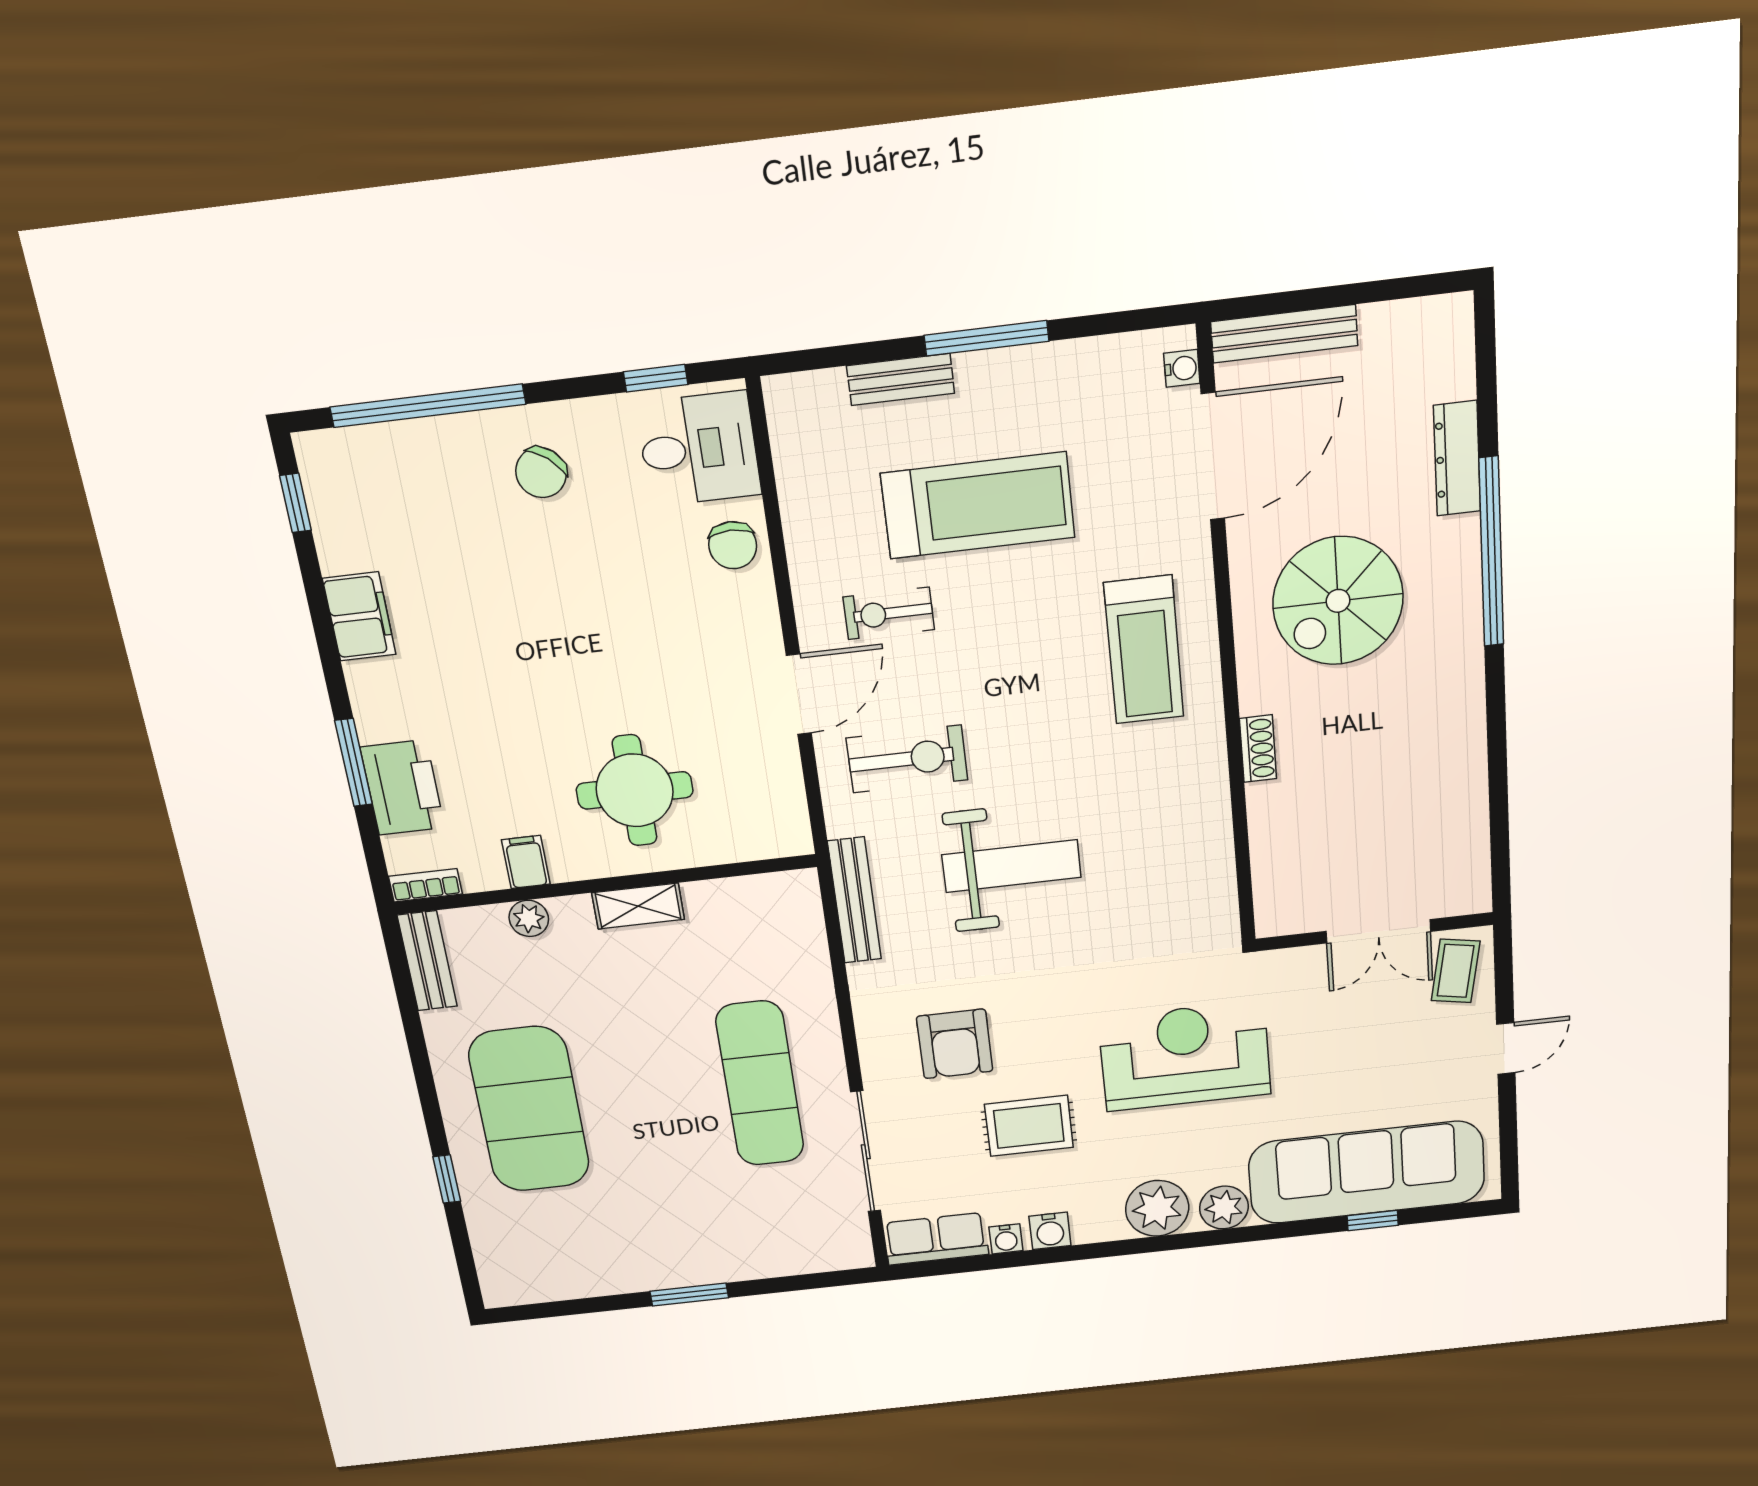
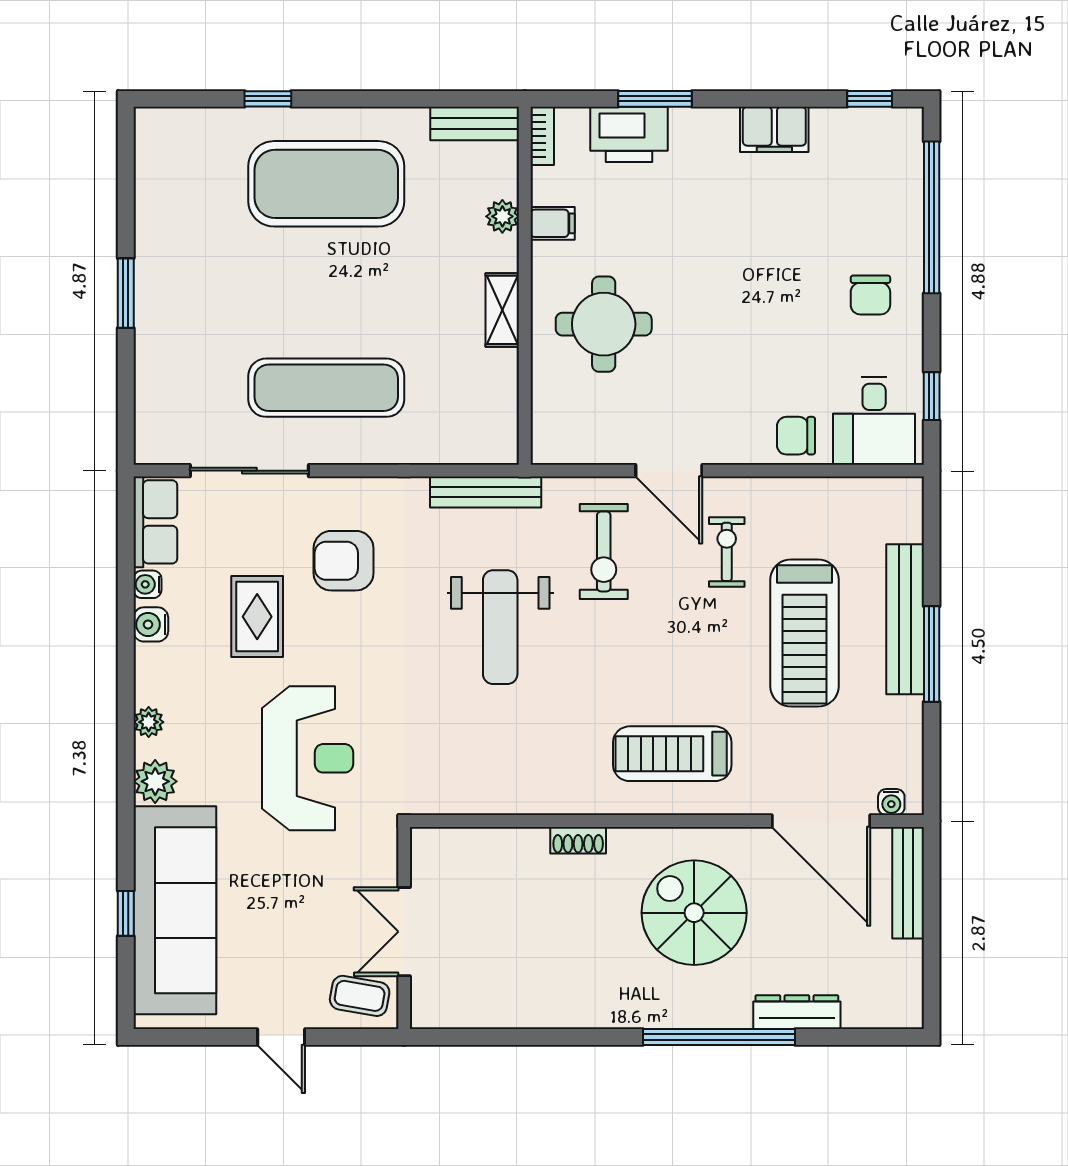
bench: (901, 380) -> (905, 619), width x1.86, depth x1.21
chair: (541, 473) -> (870, 295), turned -129
plant: (1157, 1208) -> (149, 722), width x0.53, depth x0.53

